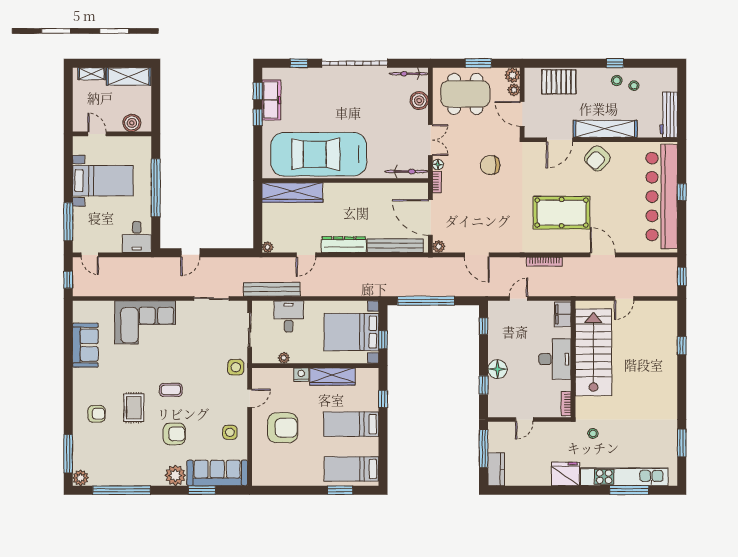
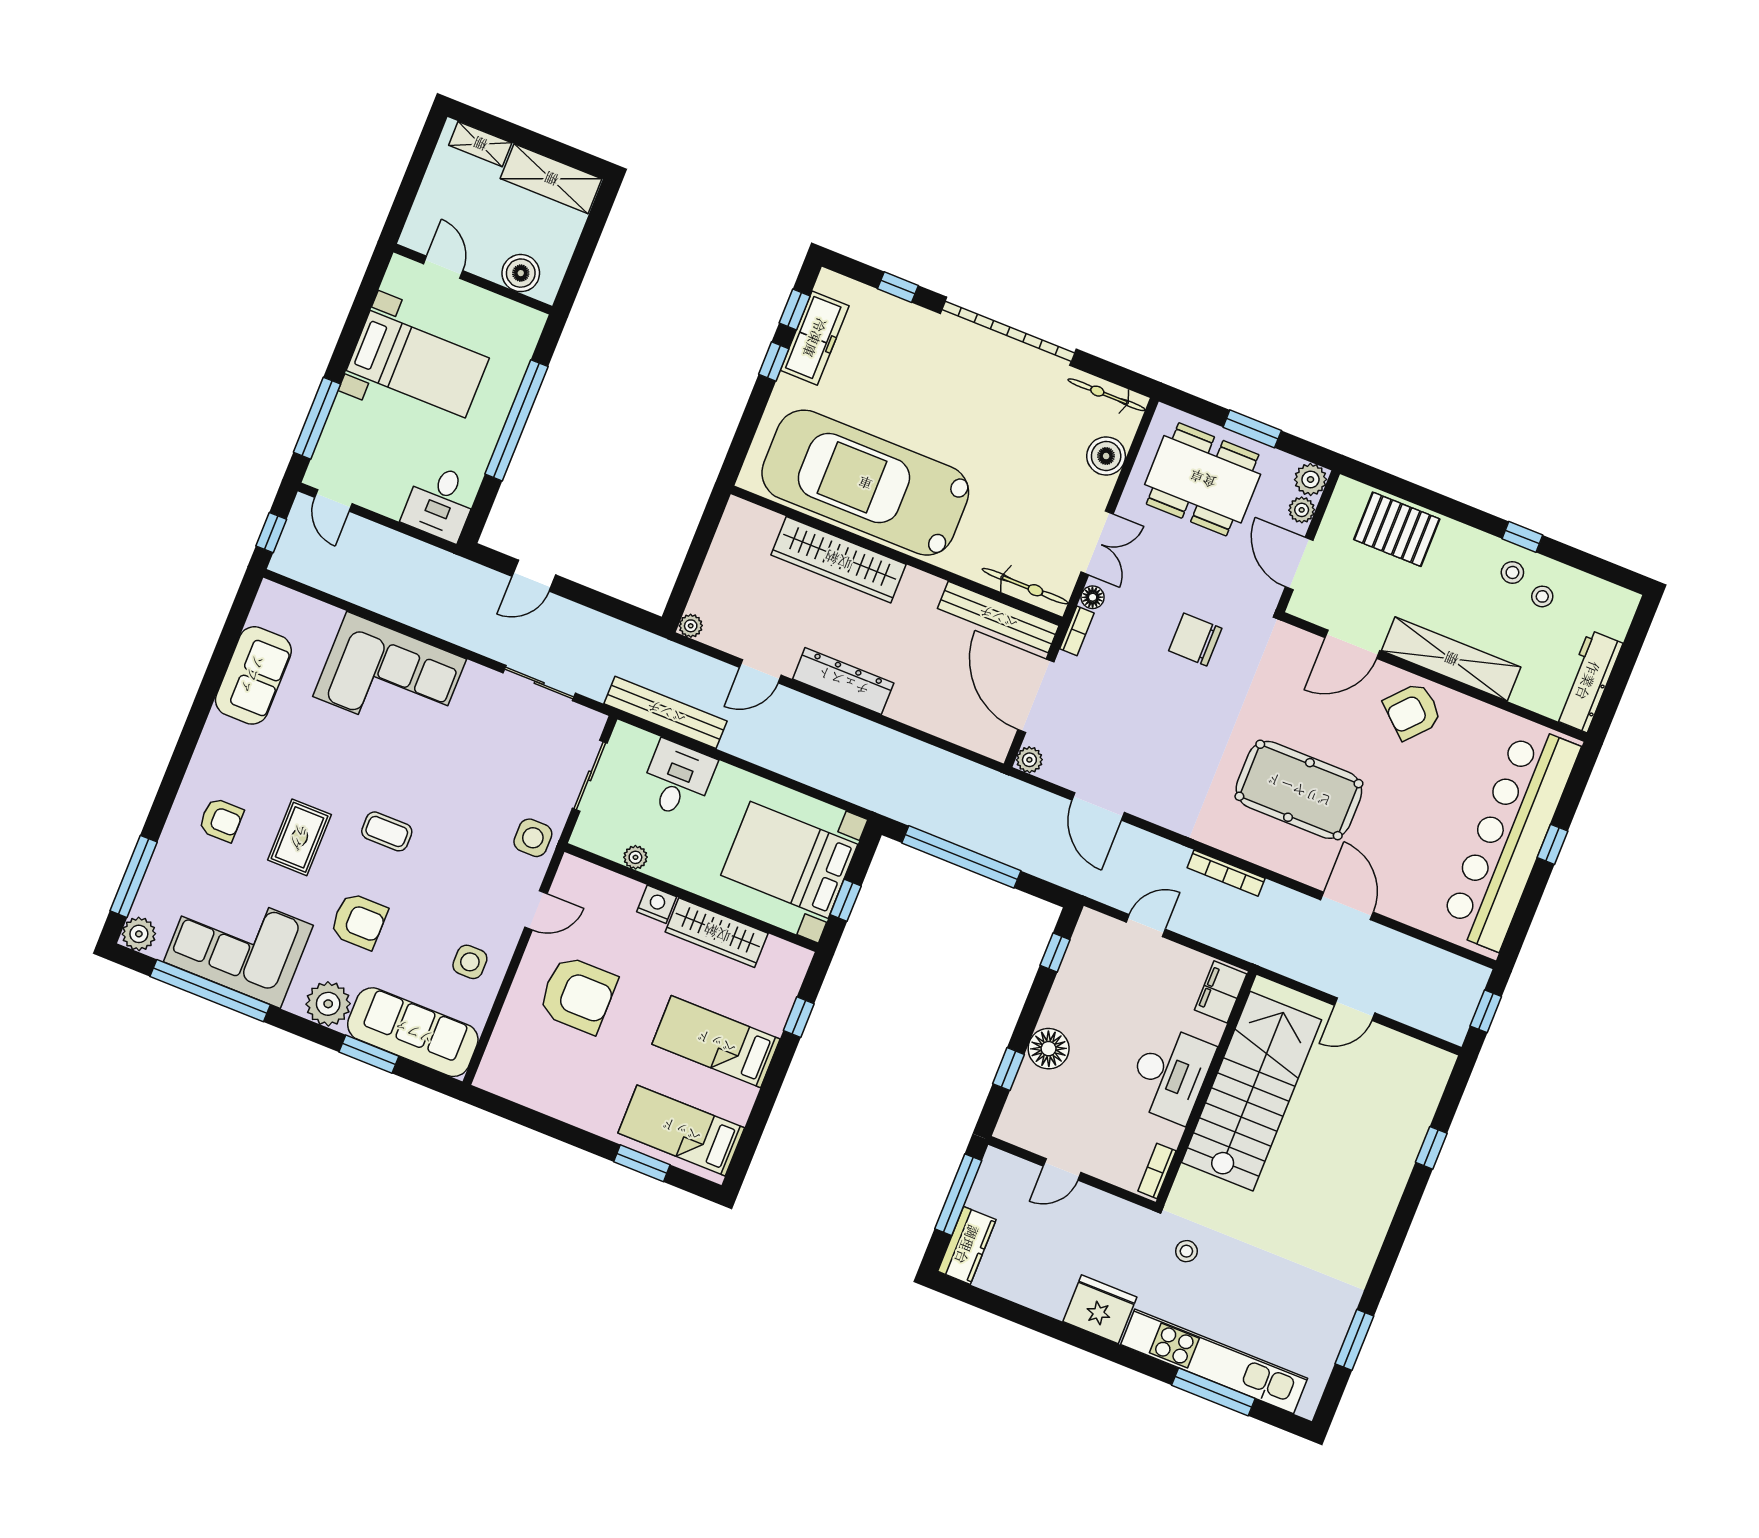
wardrobe: (292, 193) -> (838, 560), moved
bench: (395, 246) -> (998, 617), moved
corner sofa: (126, 465) -> (238, 943), added

